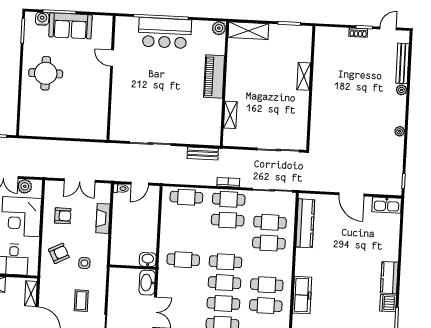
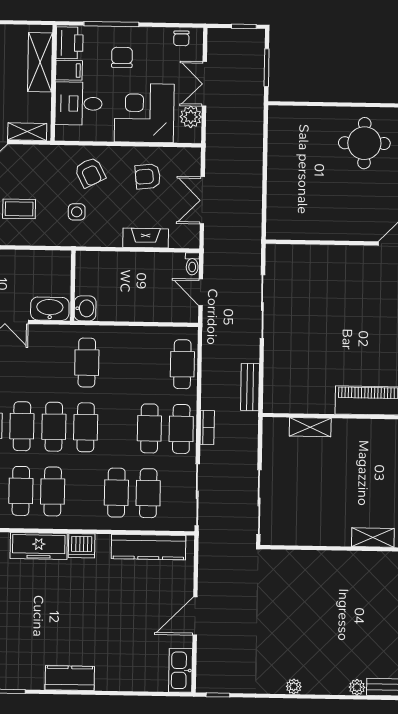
armchair: (63, 216) -> (148, 176), turned 84
dishwasher: (388, 303) -> (82, 546), moved, turned 180

